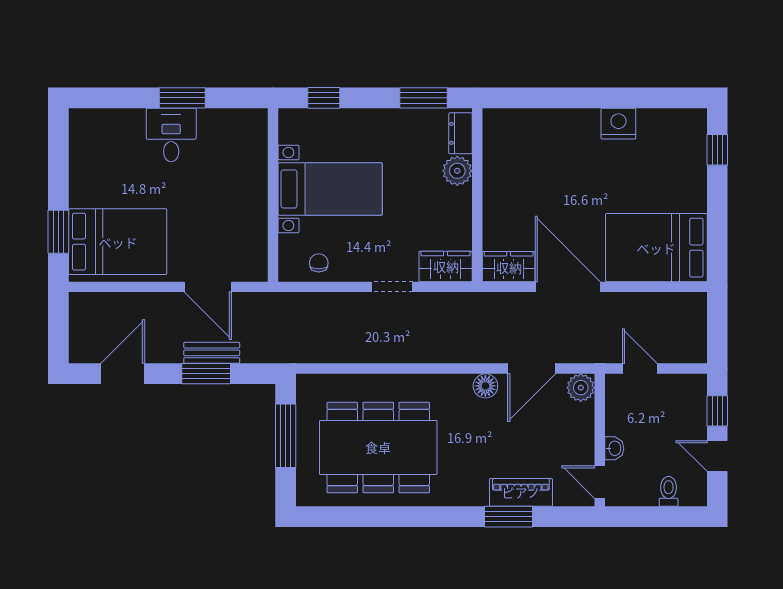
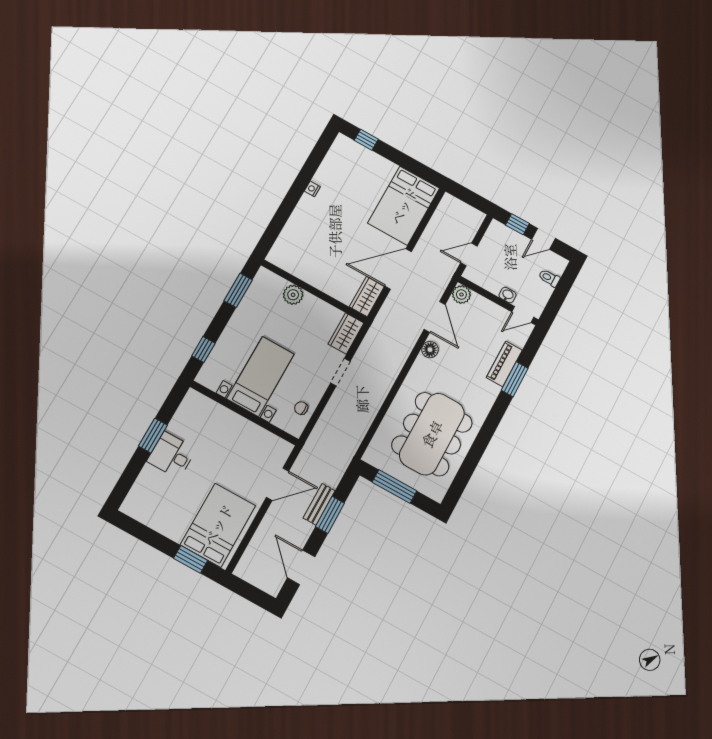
nightstand: (618, 124) -> (312, 189), width x0.53, depth x0.56
dresser: (460, 133) -> (272, 280), removed

